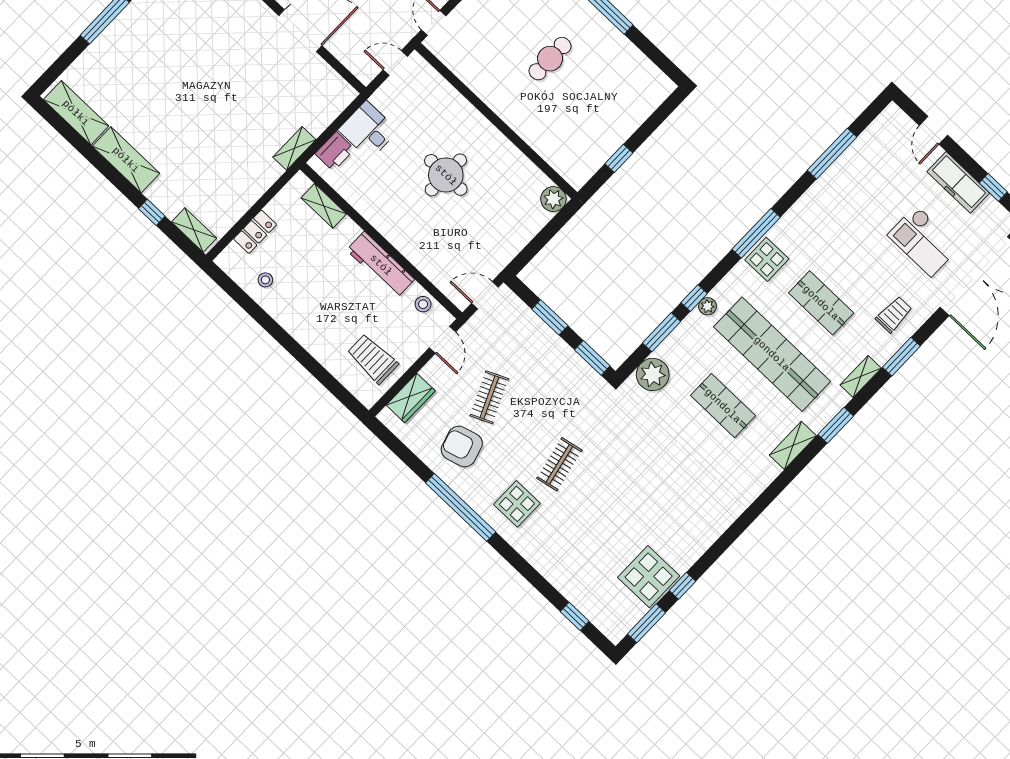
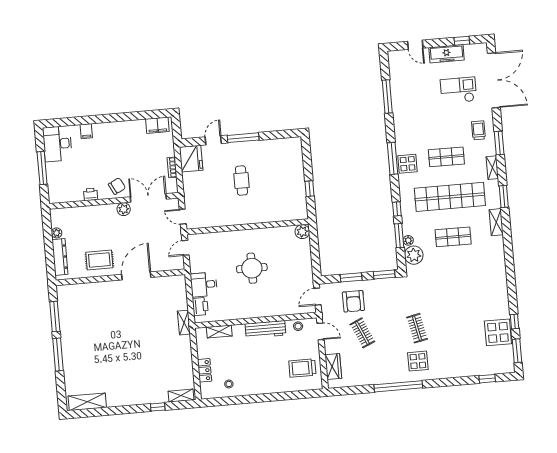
shelving: (126, 160) -> (126, 398), removed
checkout: (924, 241) -> (458, 90), turned 180
plant: (707, 306) -> (408, 240), moved
armchair: (462, 447) -> (353, 301), moved, turned -74

